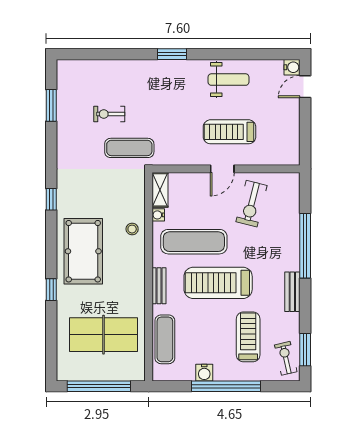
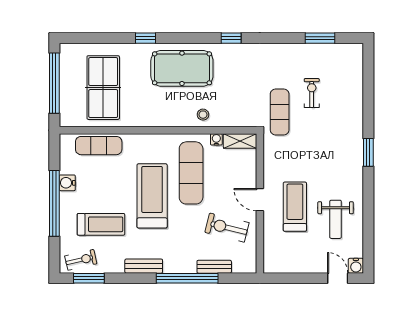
weight bench: (228, 80) -> (336, 219), moved
bench: (159, 286) -> (214, 267), moved

